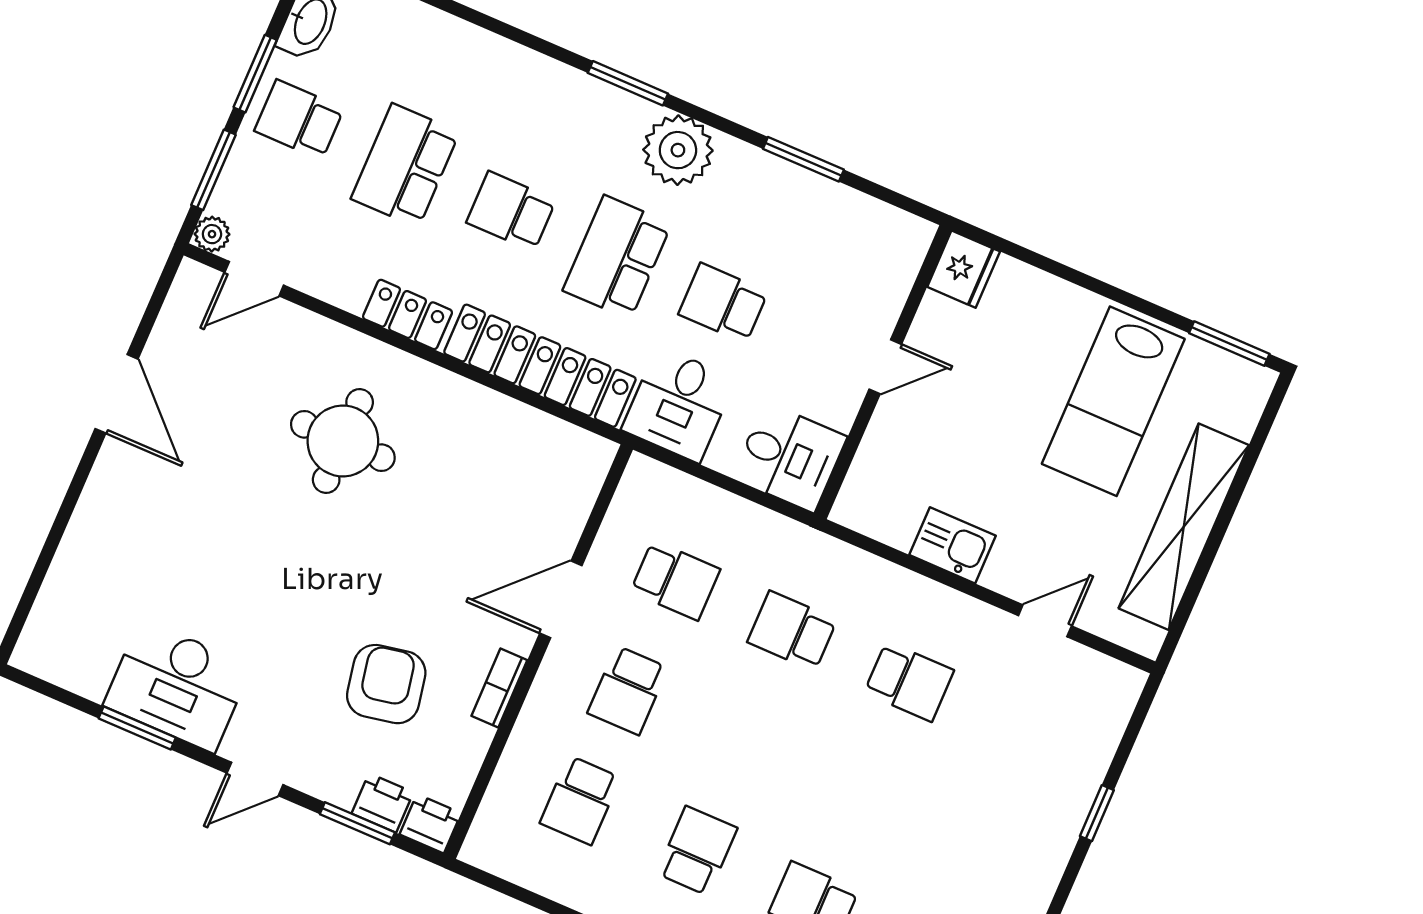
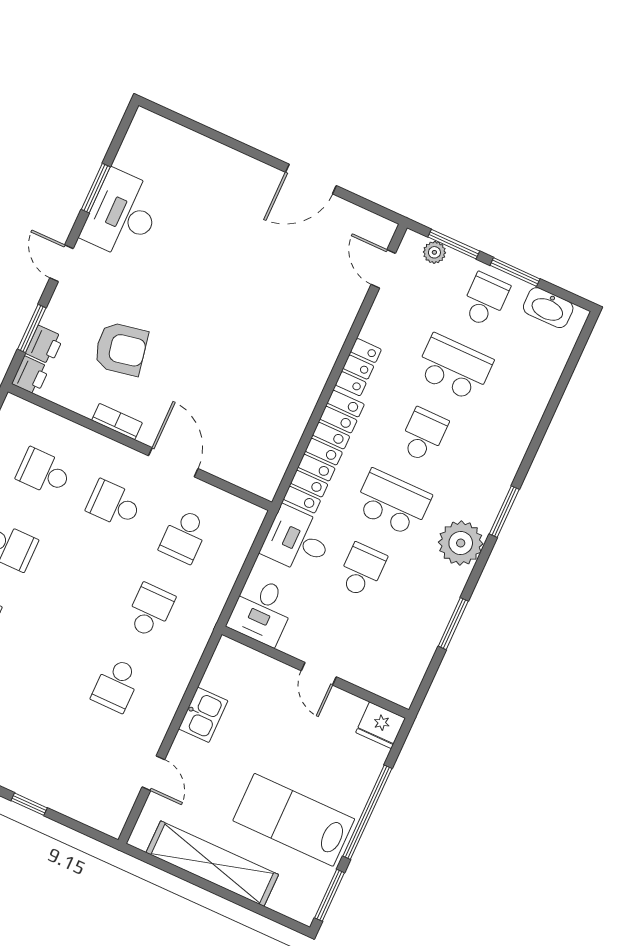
plant: (212, 234) -> (434, 252), moved
window: (1099, 287) -> (367, 812), added
round table: (343, 441) -> (278, 324), removed

